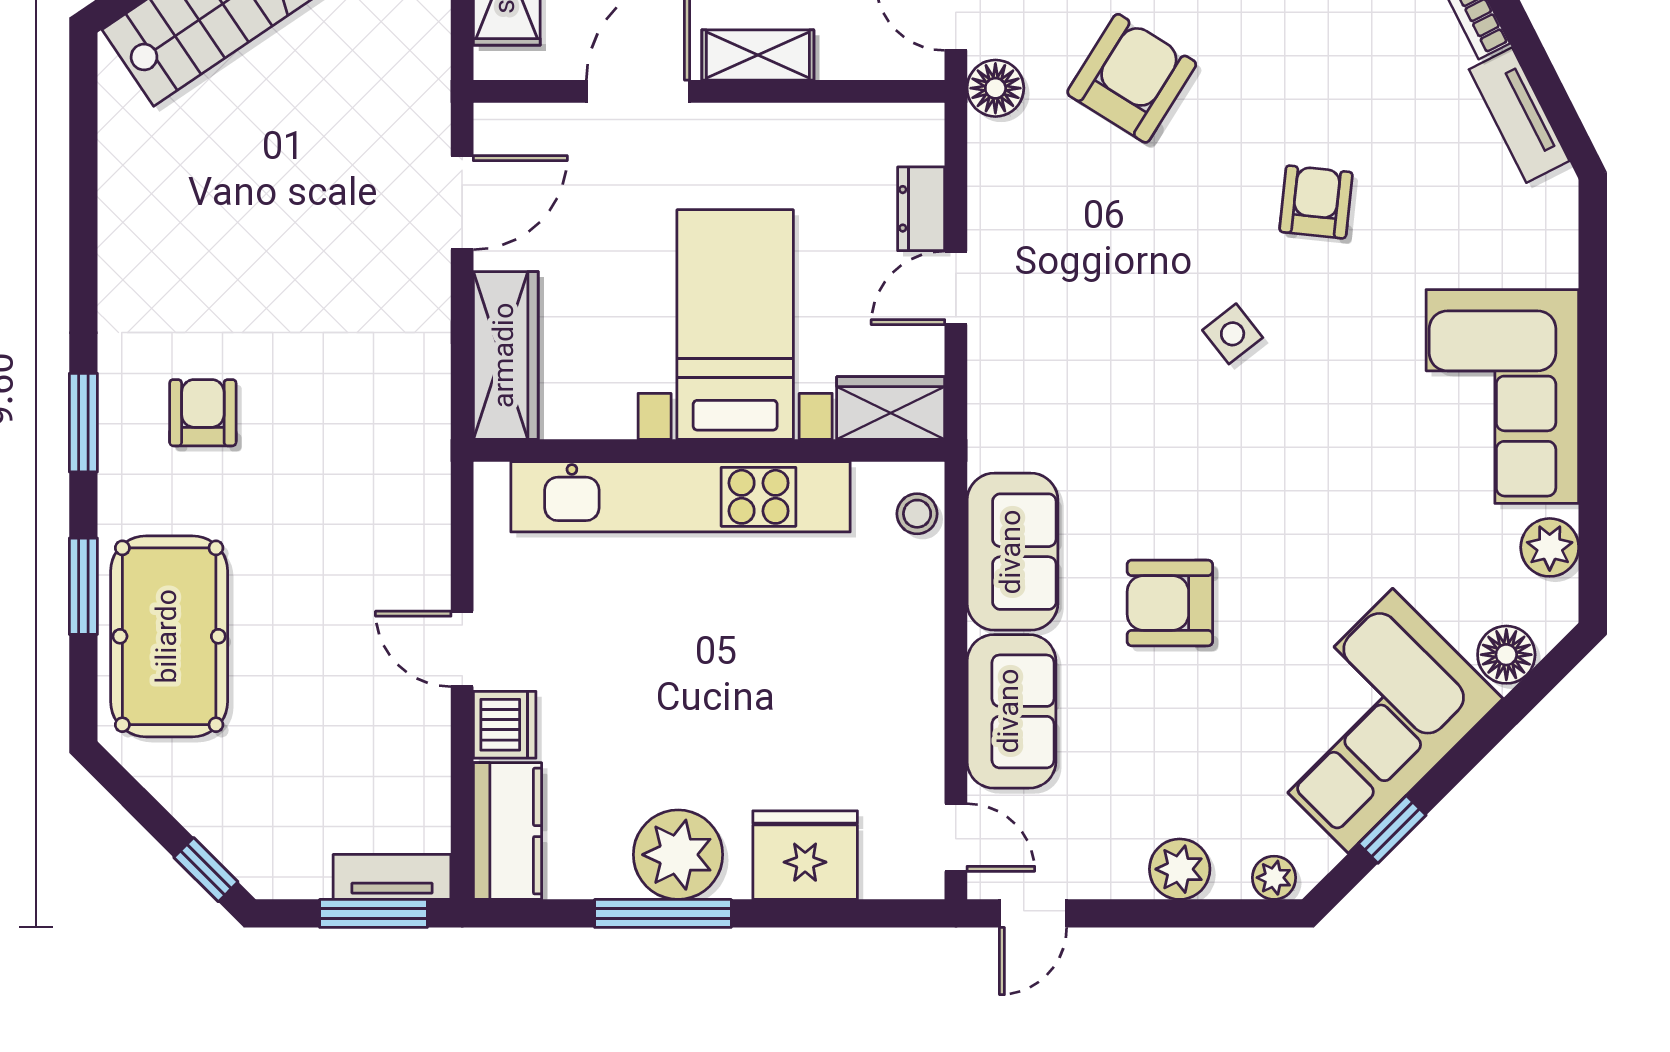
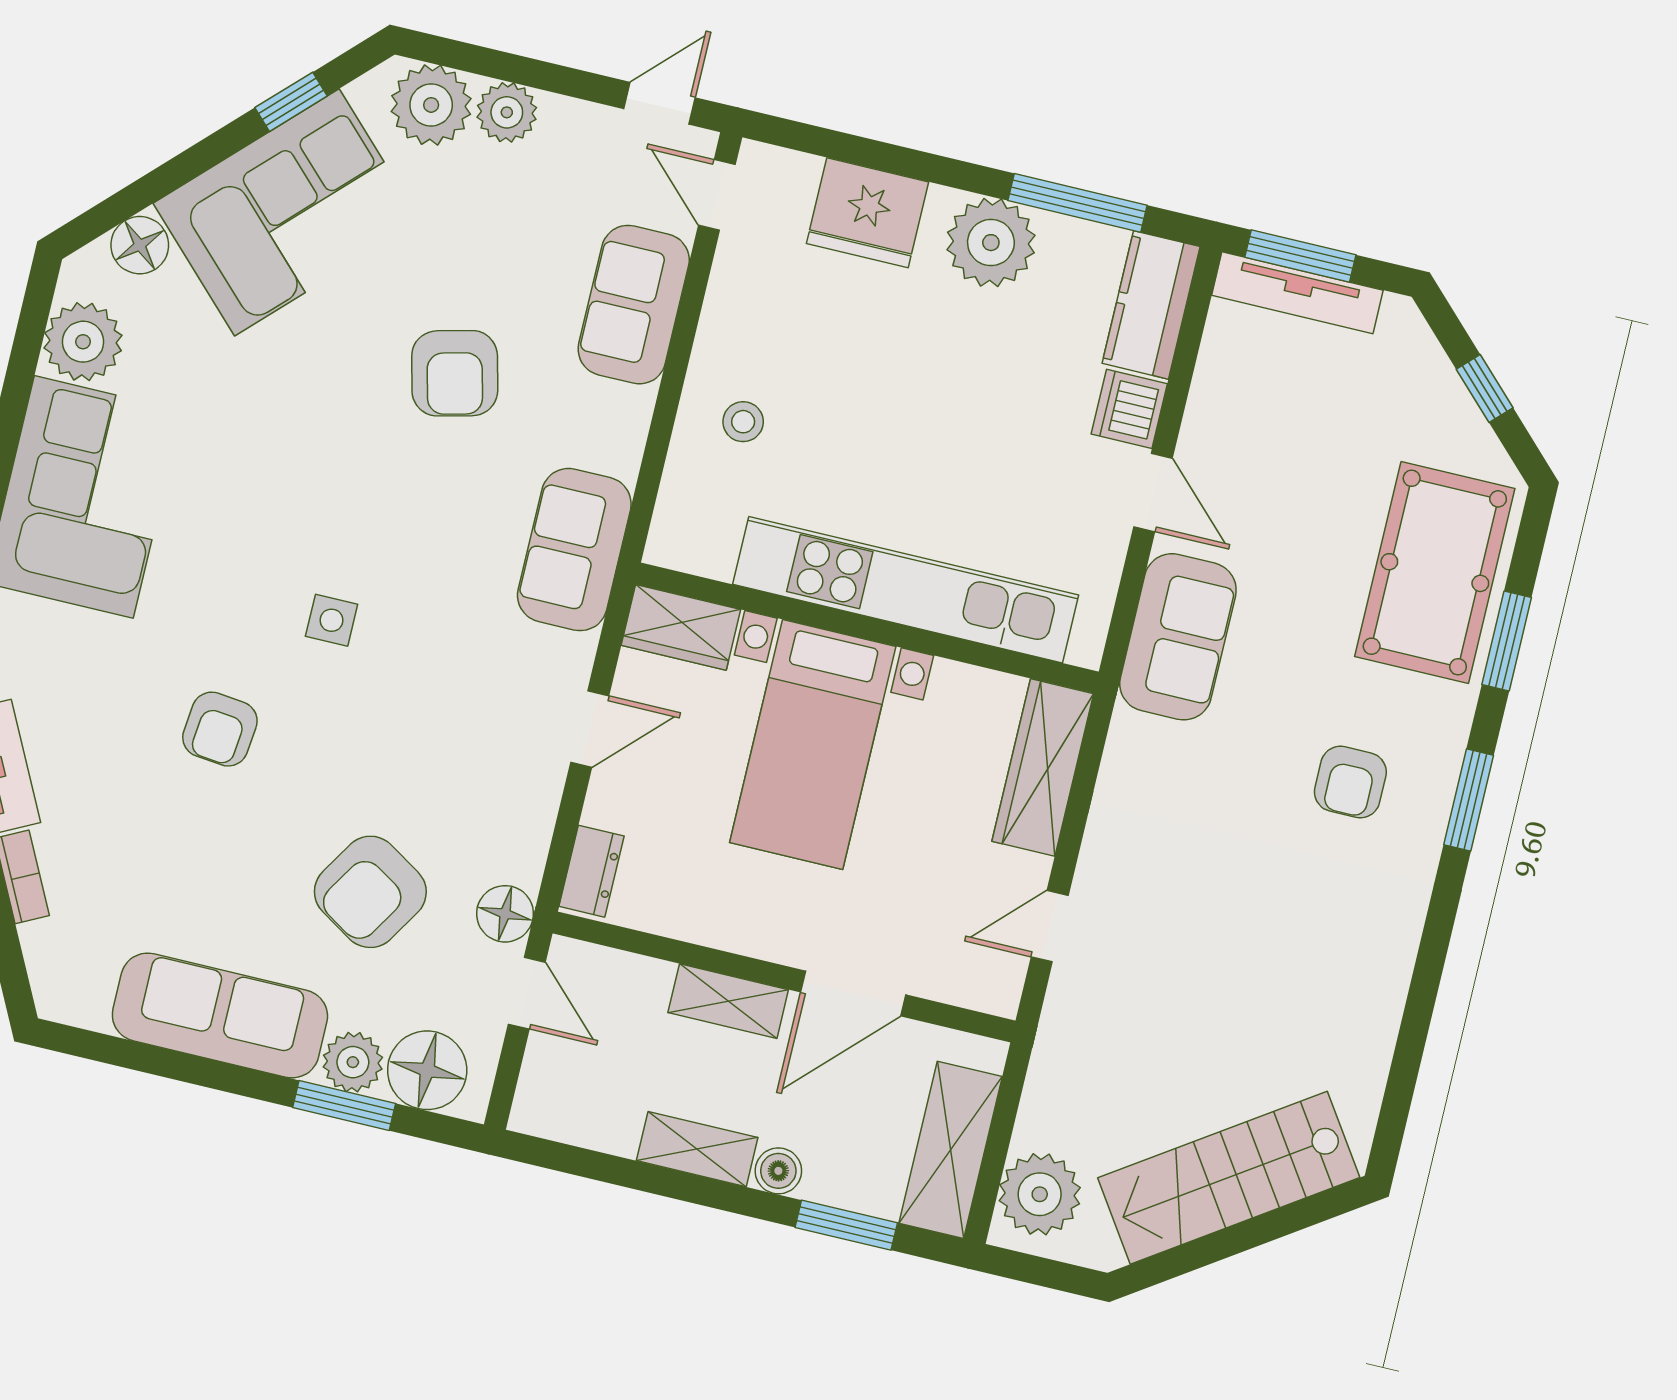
door: (462, 203) -> (1050, 926), width x0.73
dresser: (921, 209) -> (592, 871), moved
side table: (1233, 334) -> (332, 620), turned 38
sofa: (404, 514) -> (1178, 637), added
stool: (917, 514) -> (743, 422), moved
plant: (1550, 547) -> (83, 342), width x1.36, depth x1.36
sofa: (1013, 552) -> (574, 550), moved
armchair: (1170, 603) -> (455, 373), turned 76
window: (206, 870) -> (1485, 388), moved
tv unit: (392, 877) -> (1297, 293), width x1.41
plant: (1274, 878) -> (431, 105), width x1.88, depth x1.88
window: (663, 913) -> (1078, 203), moved

